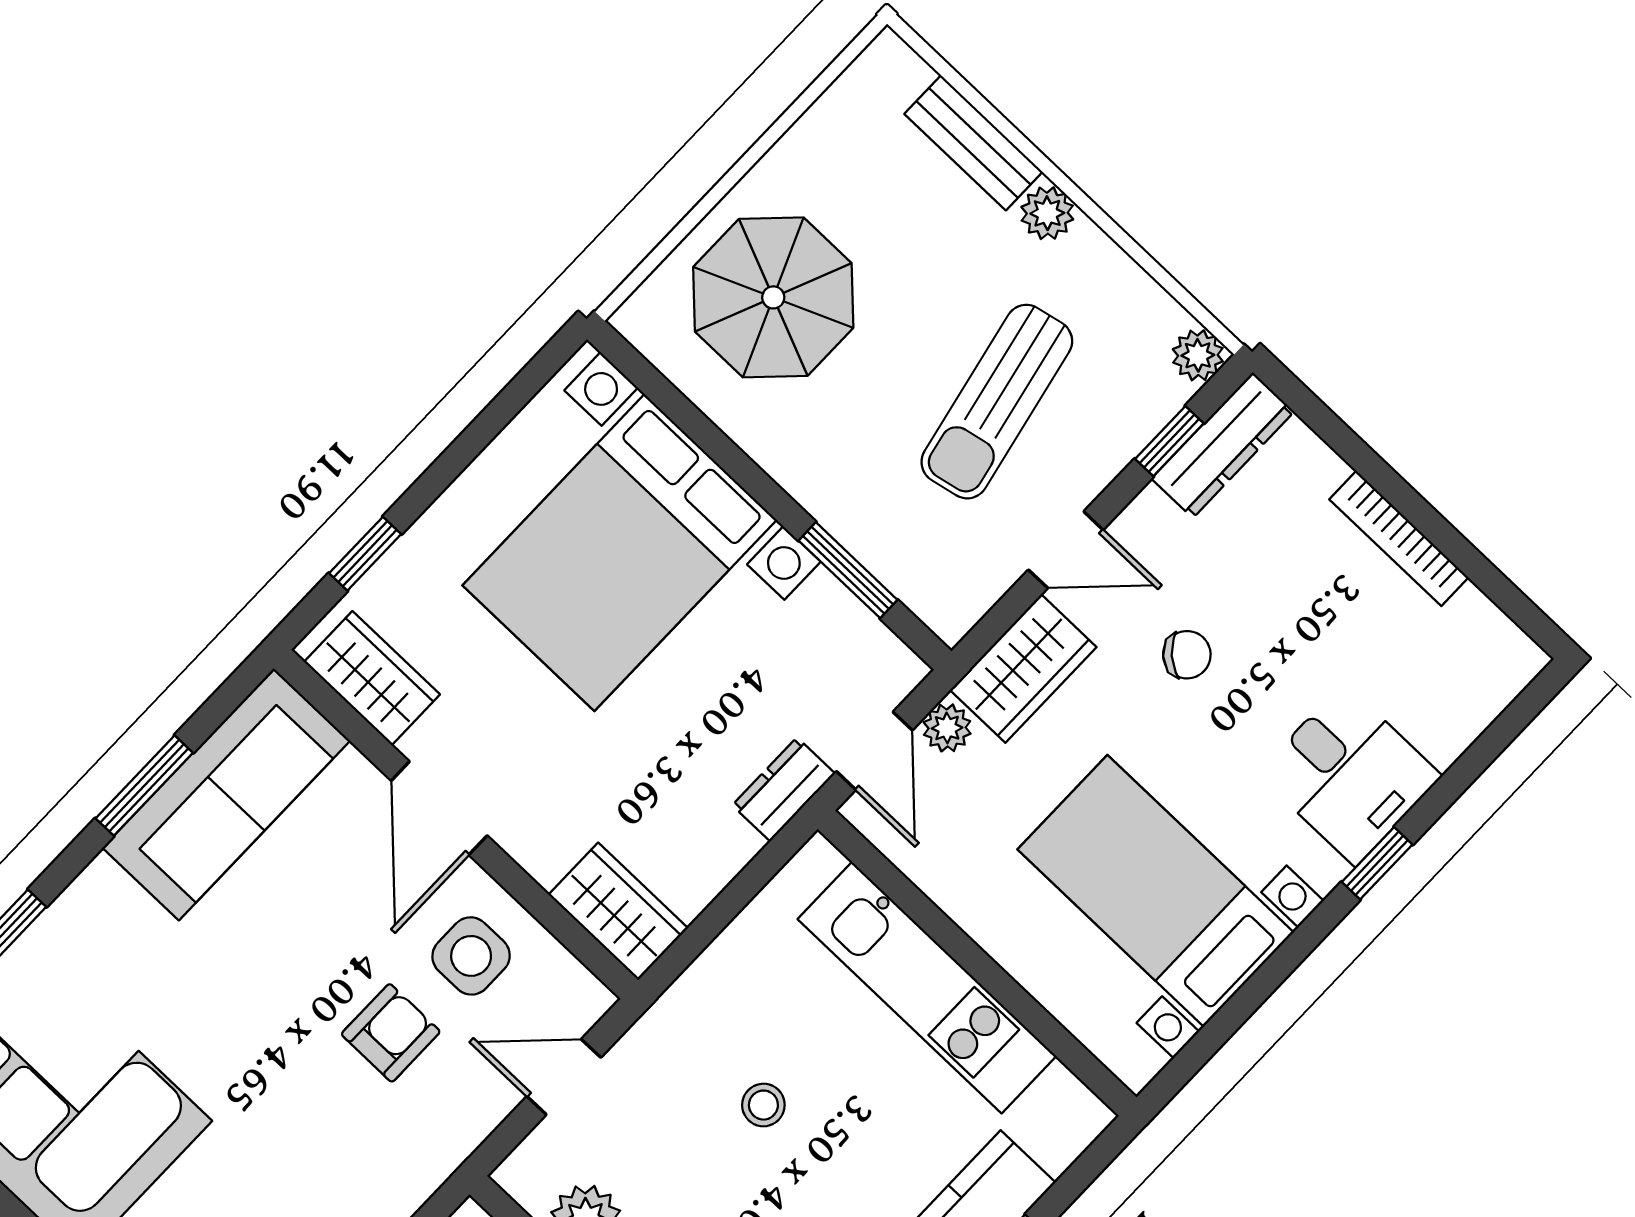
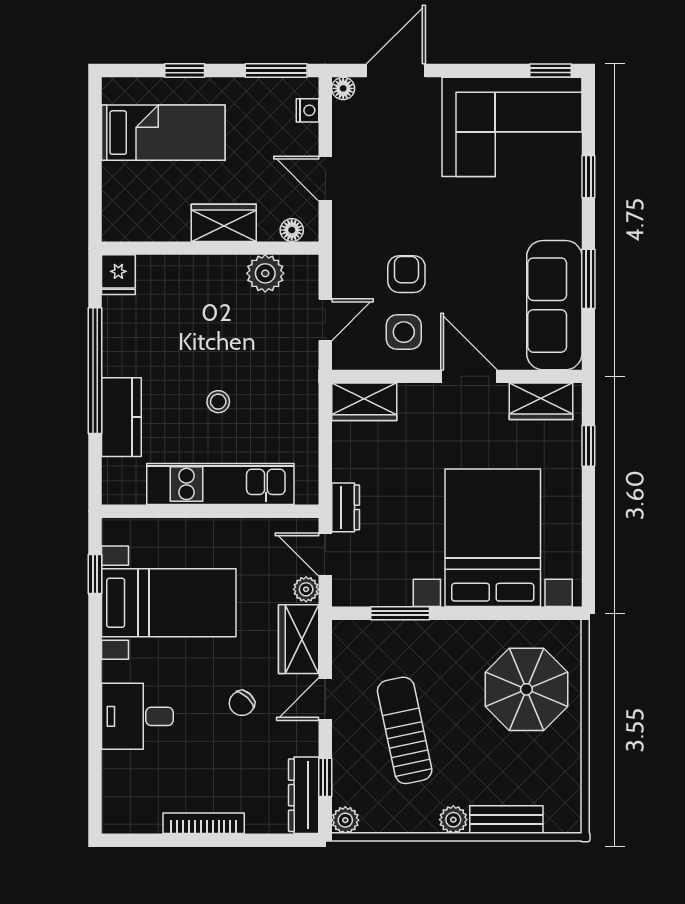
window: (1377, 863) -> (95, 574), moved
armchair: (391, 1033) -> (406, 274), turned 180
stool: (763, 1105) -> (218, 402), moved

